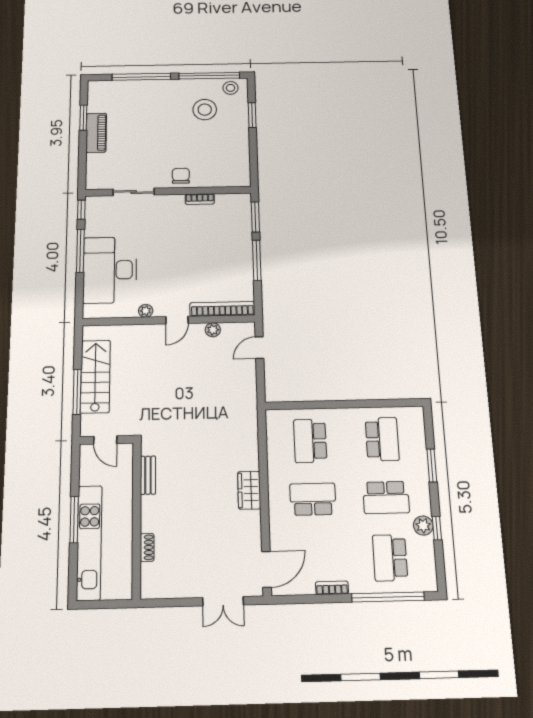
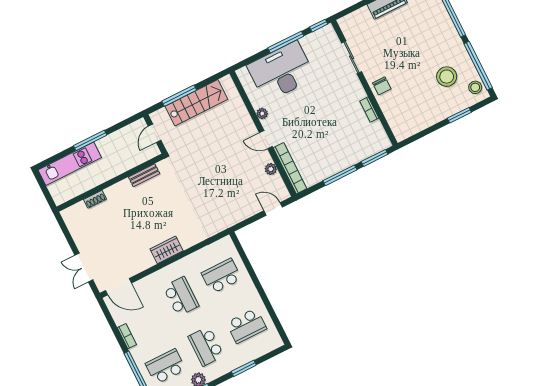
chair: (181, 176) -> (382, 86), turned 90
kitchen unit: (89, 542) -> (70, 164), width x0.73

